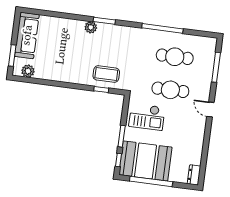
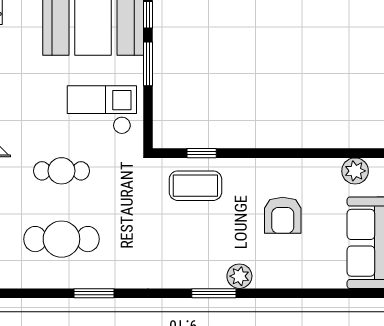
window: (162, 28) -> (94, 293), width x0.47
armchair: (66, 54) -> (283, 215), added
cafe table: (170, 90) -> (61, 171), width x0.73, depth x0.74

